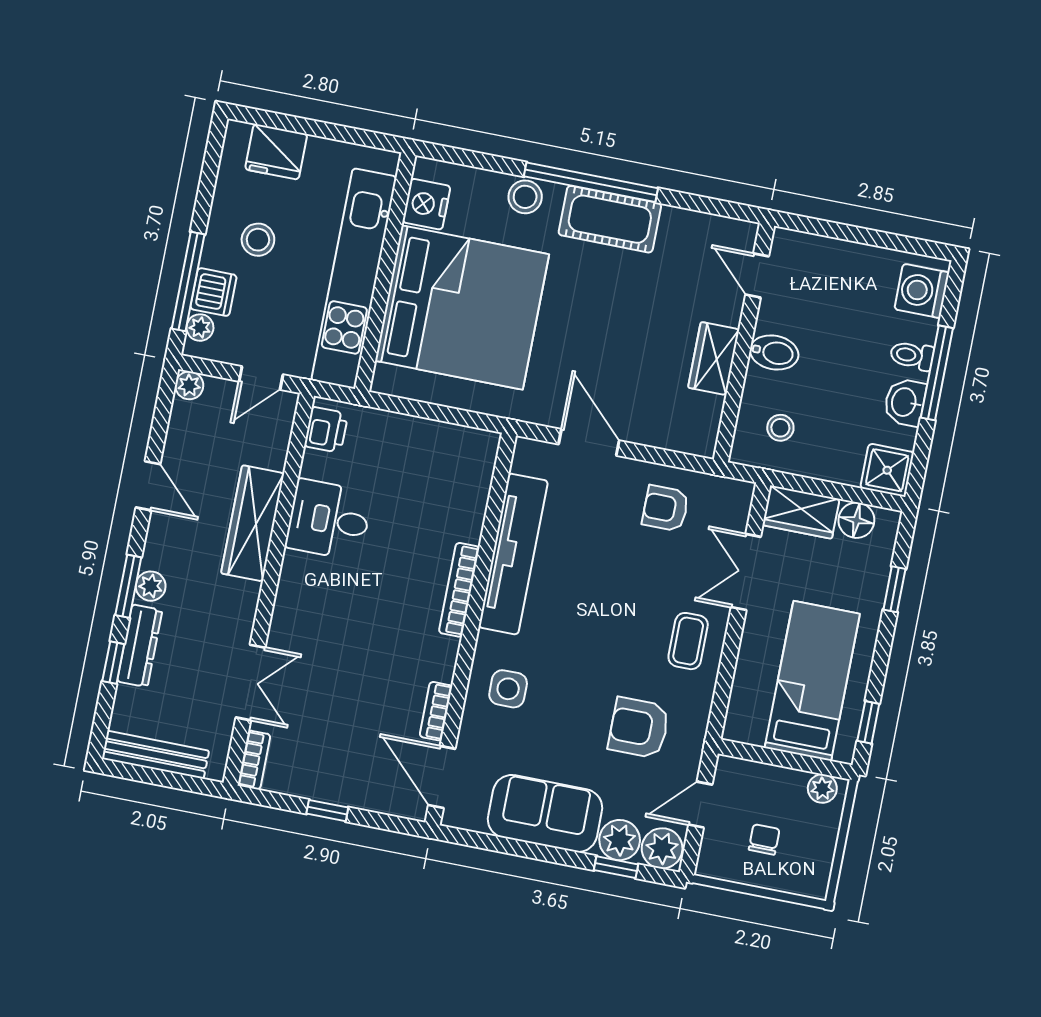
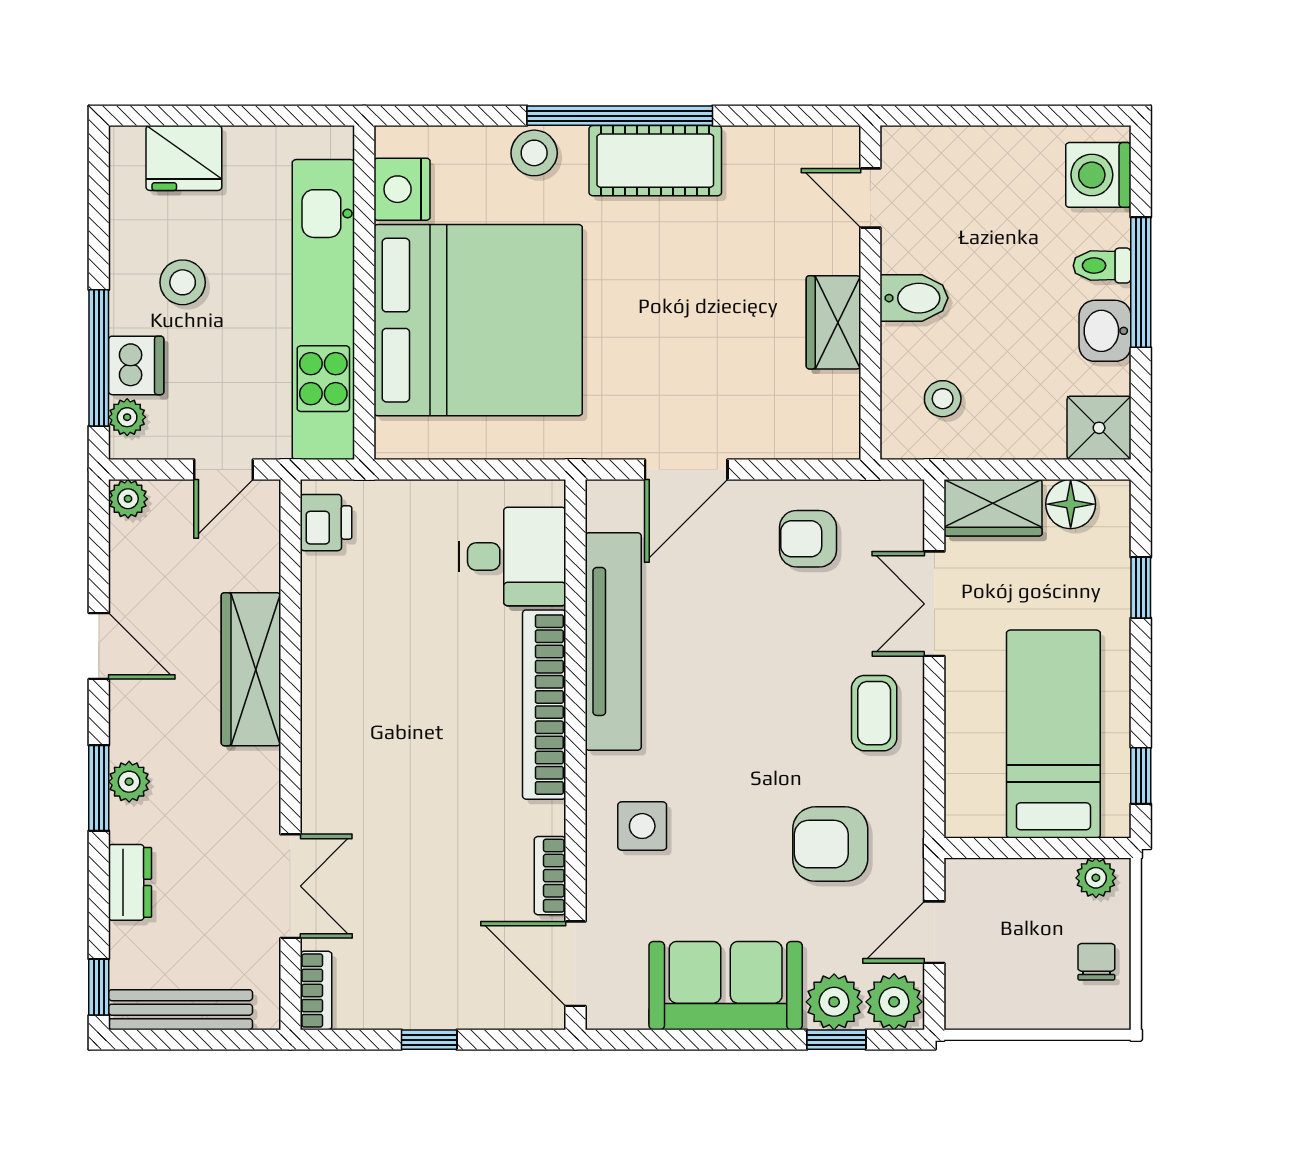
door: (589, 442) -> (686, 470), swing flipped
desk: (329, 520) -> (512, 557), moved, turned 180
bookcase: (459, 590) -> (544, 705), width x1.48, depth x1.31
dresser: (140, 646) -> (130, 882), width x0.70
window: (113, 663) -> (99, 987), moved
chair: (764, 839) -> (1096, 962), moved

